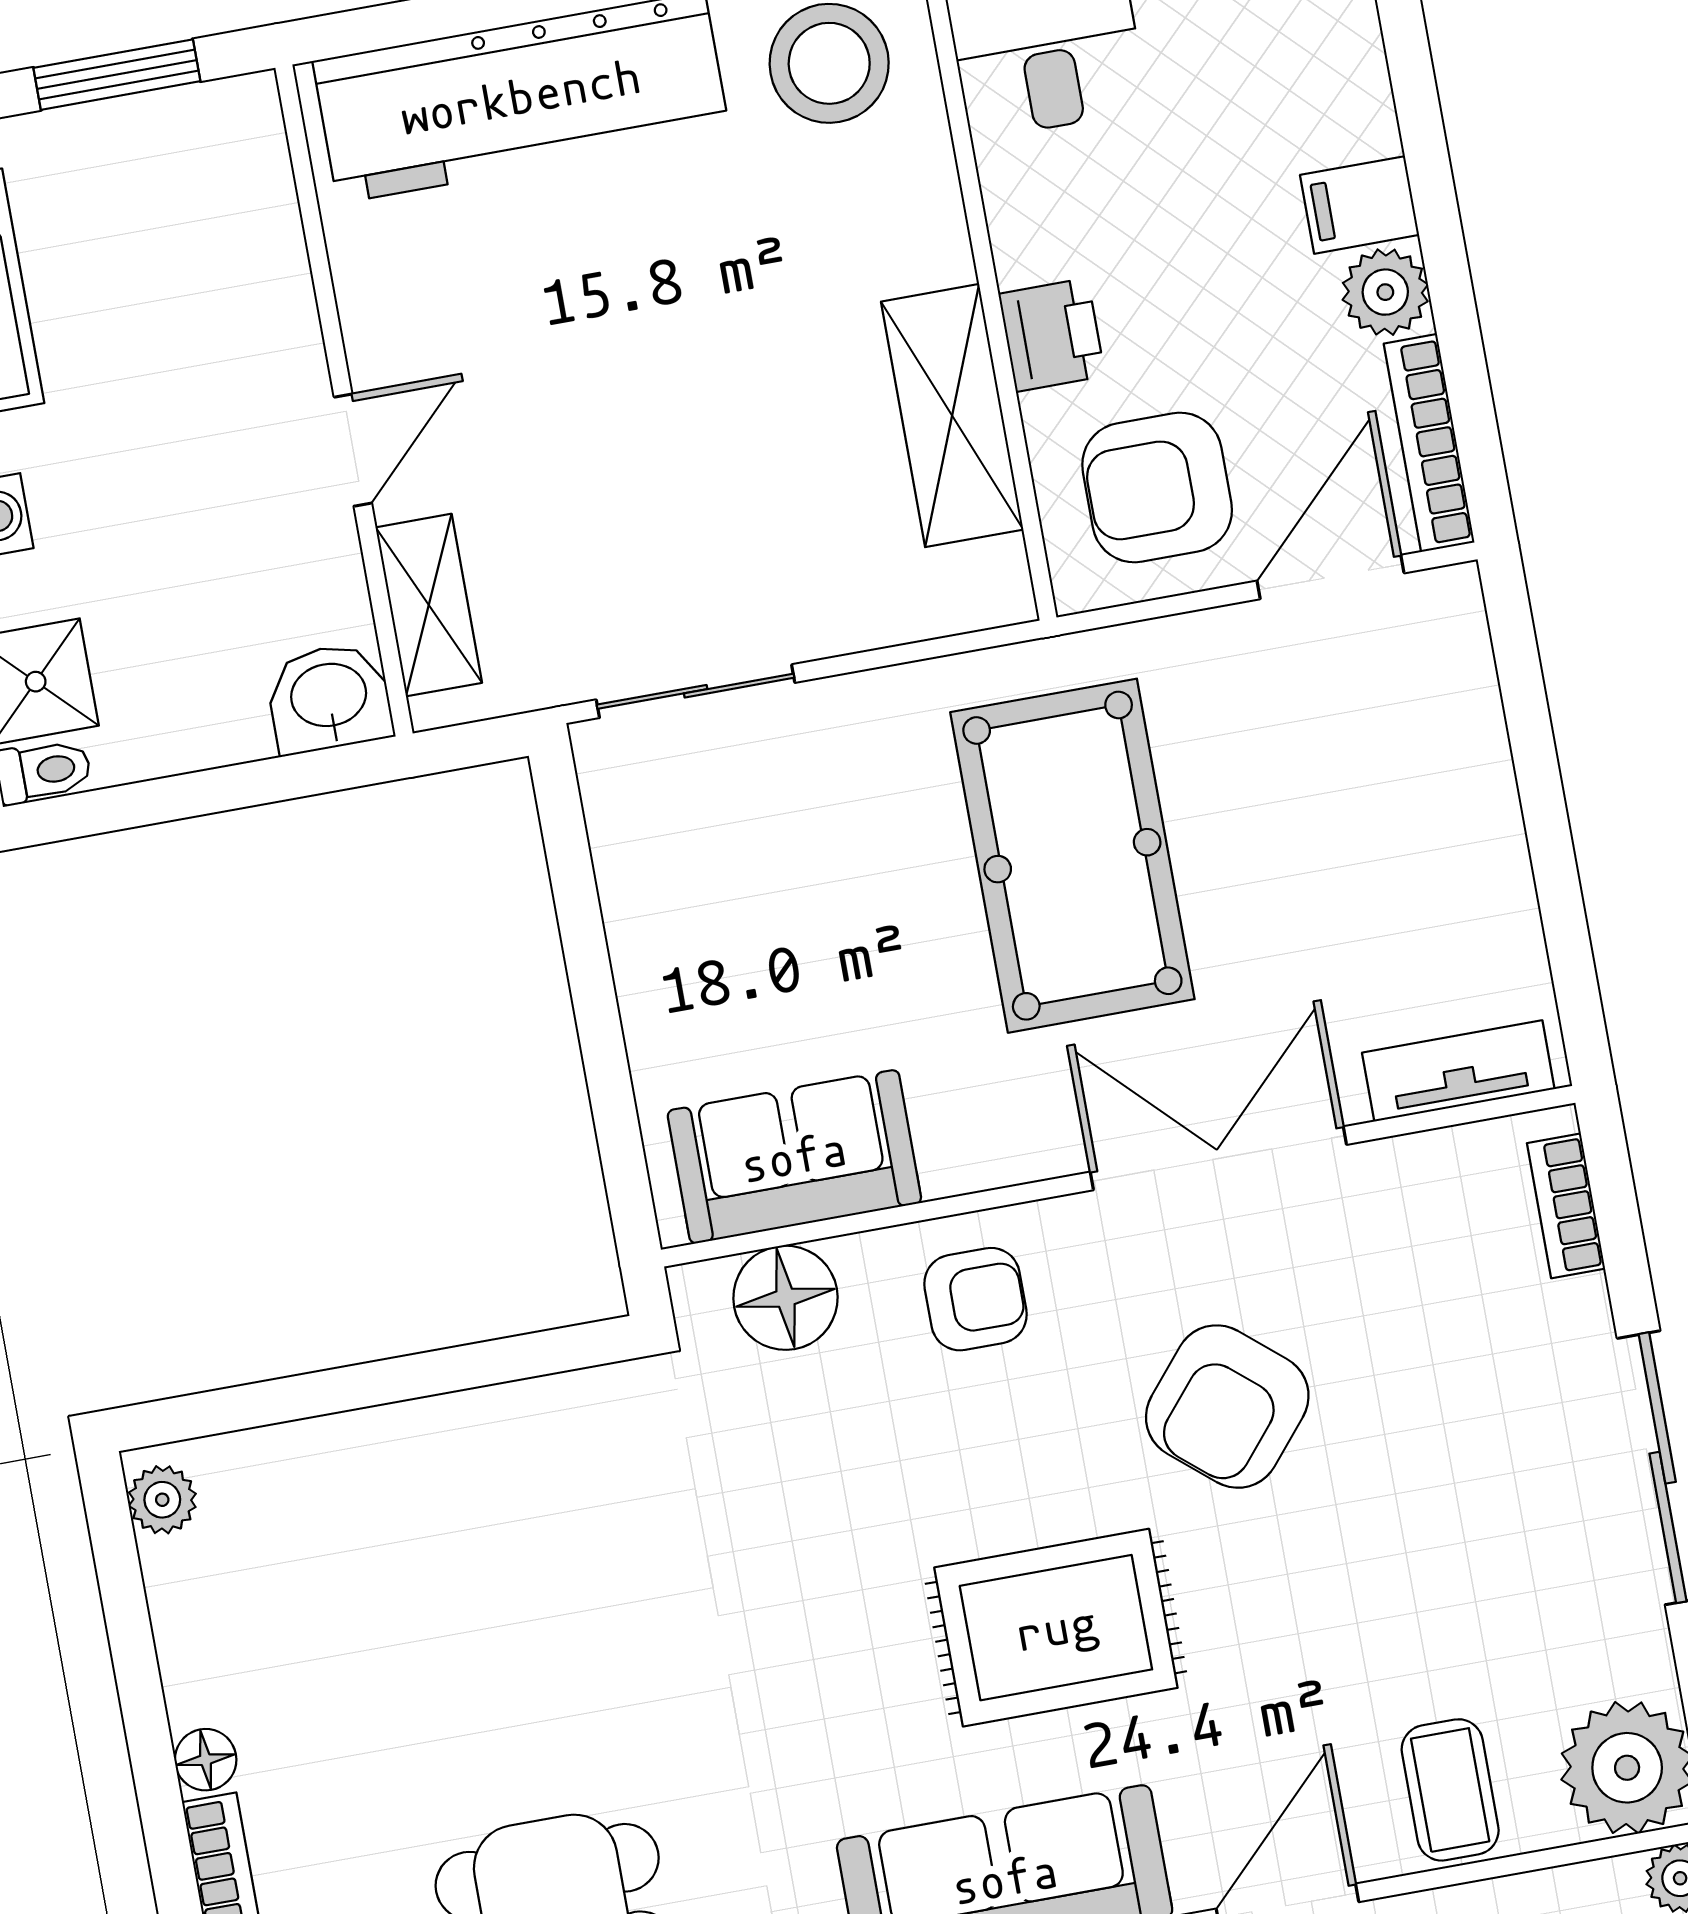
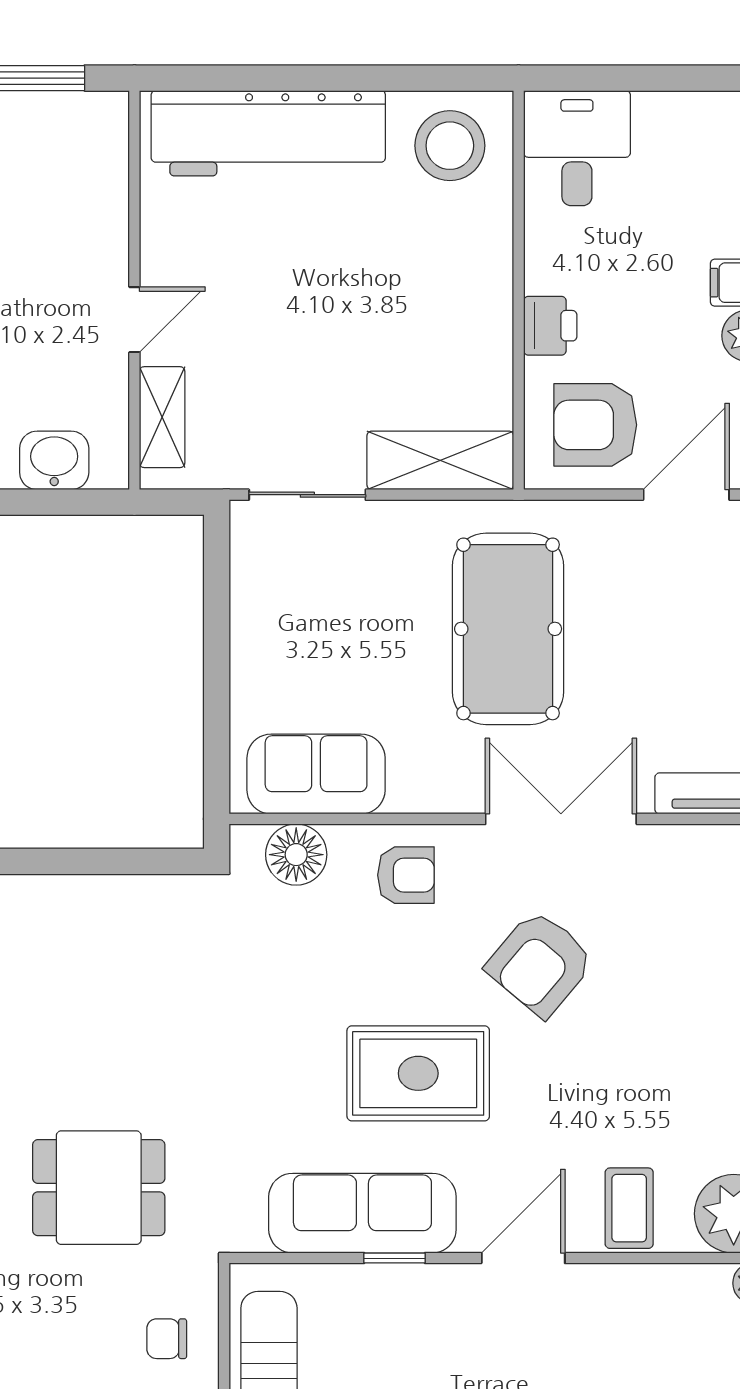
shelving: (952, 416) -> (440, 460), moved, turned 90
washbasin: (329, 698) -> (54, 460), moved

